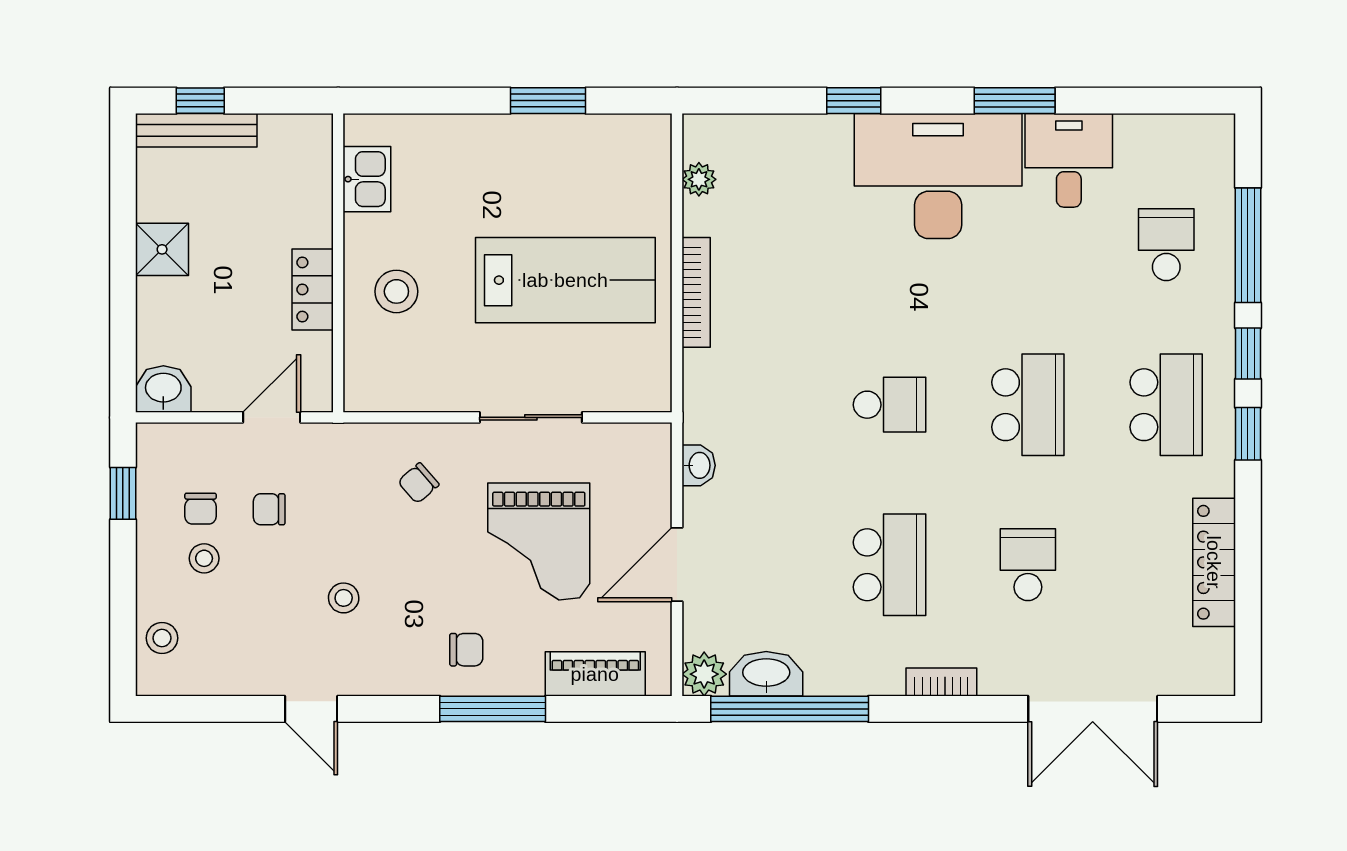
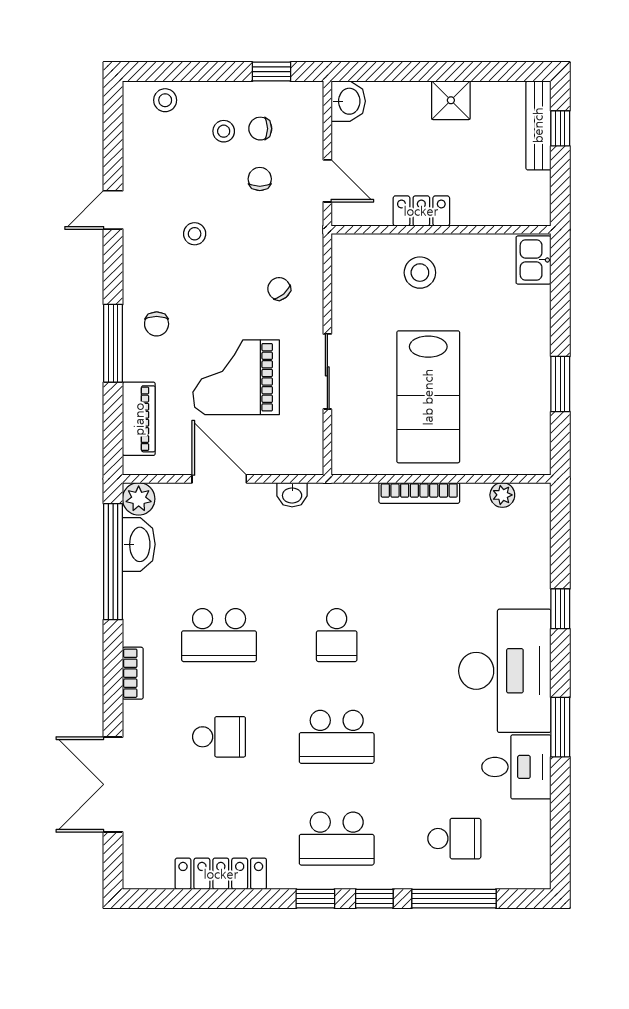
kitchen sink: (367, 179) -> (533, 260), moved, turned 90

